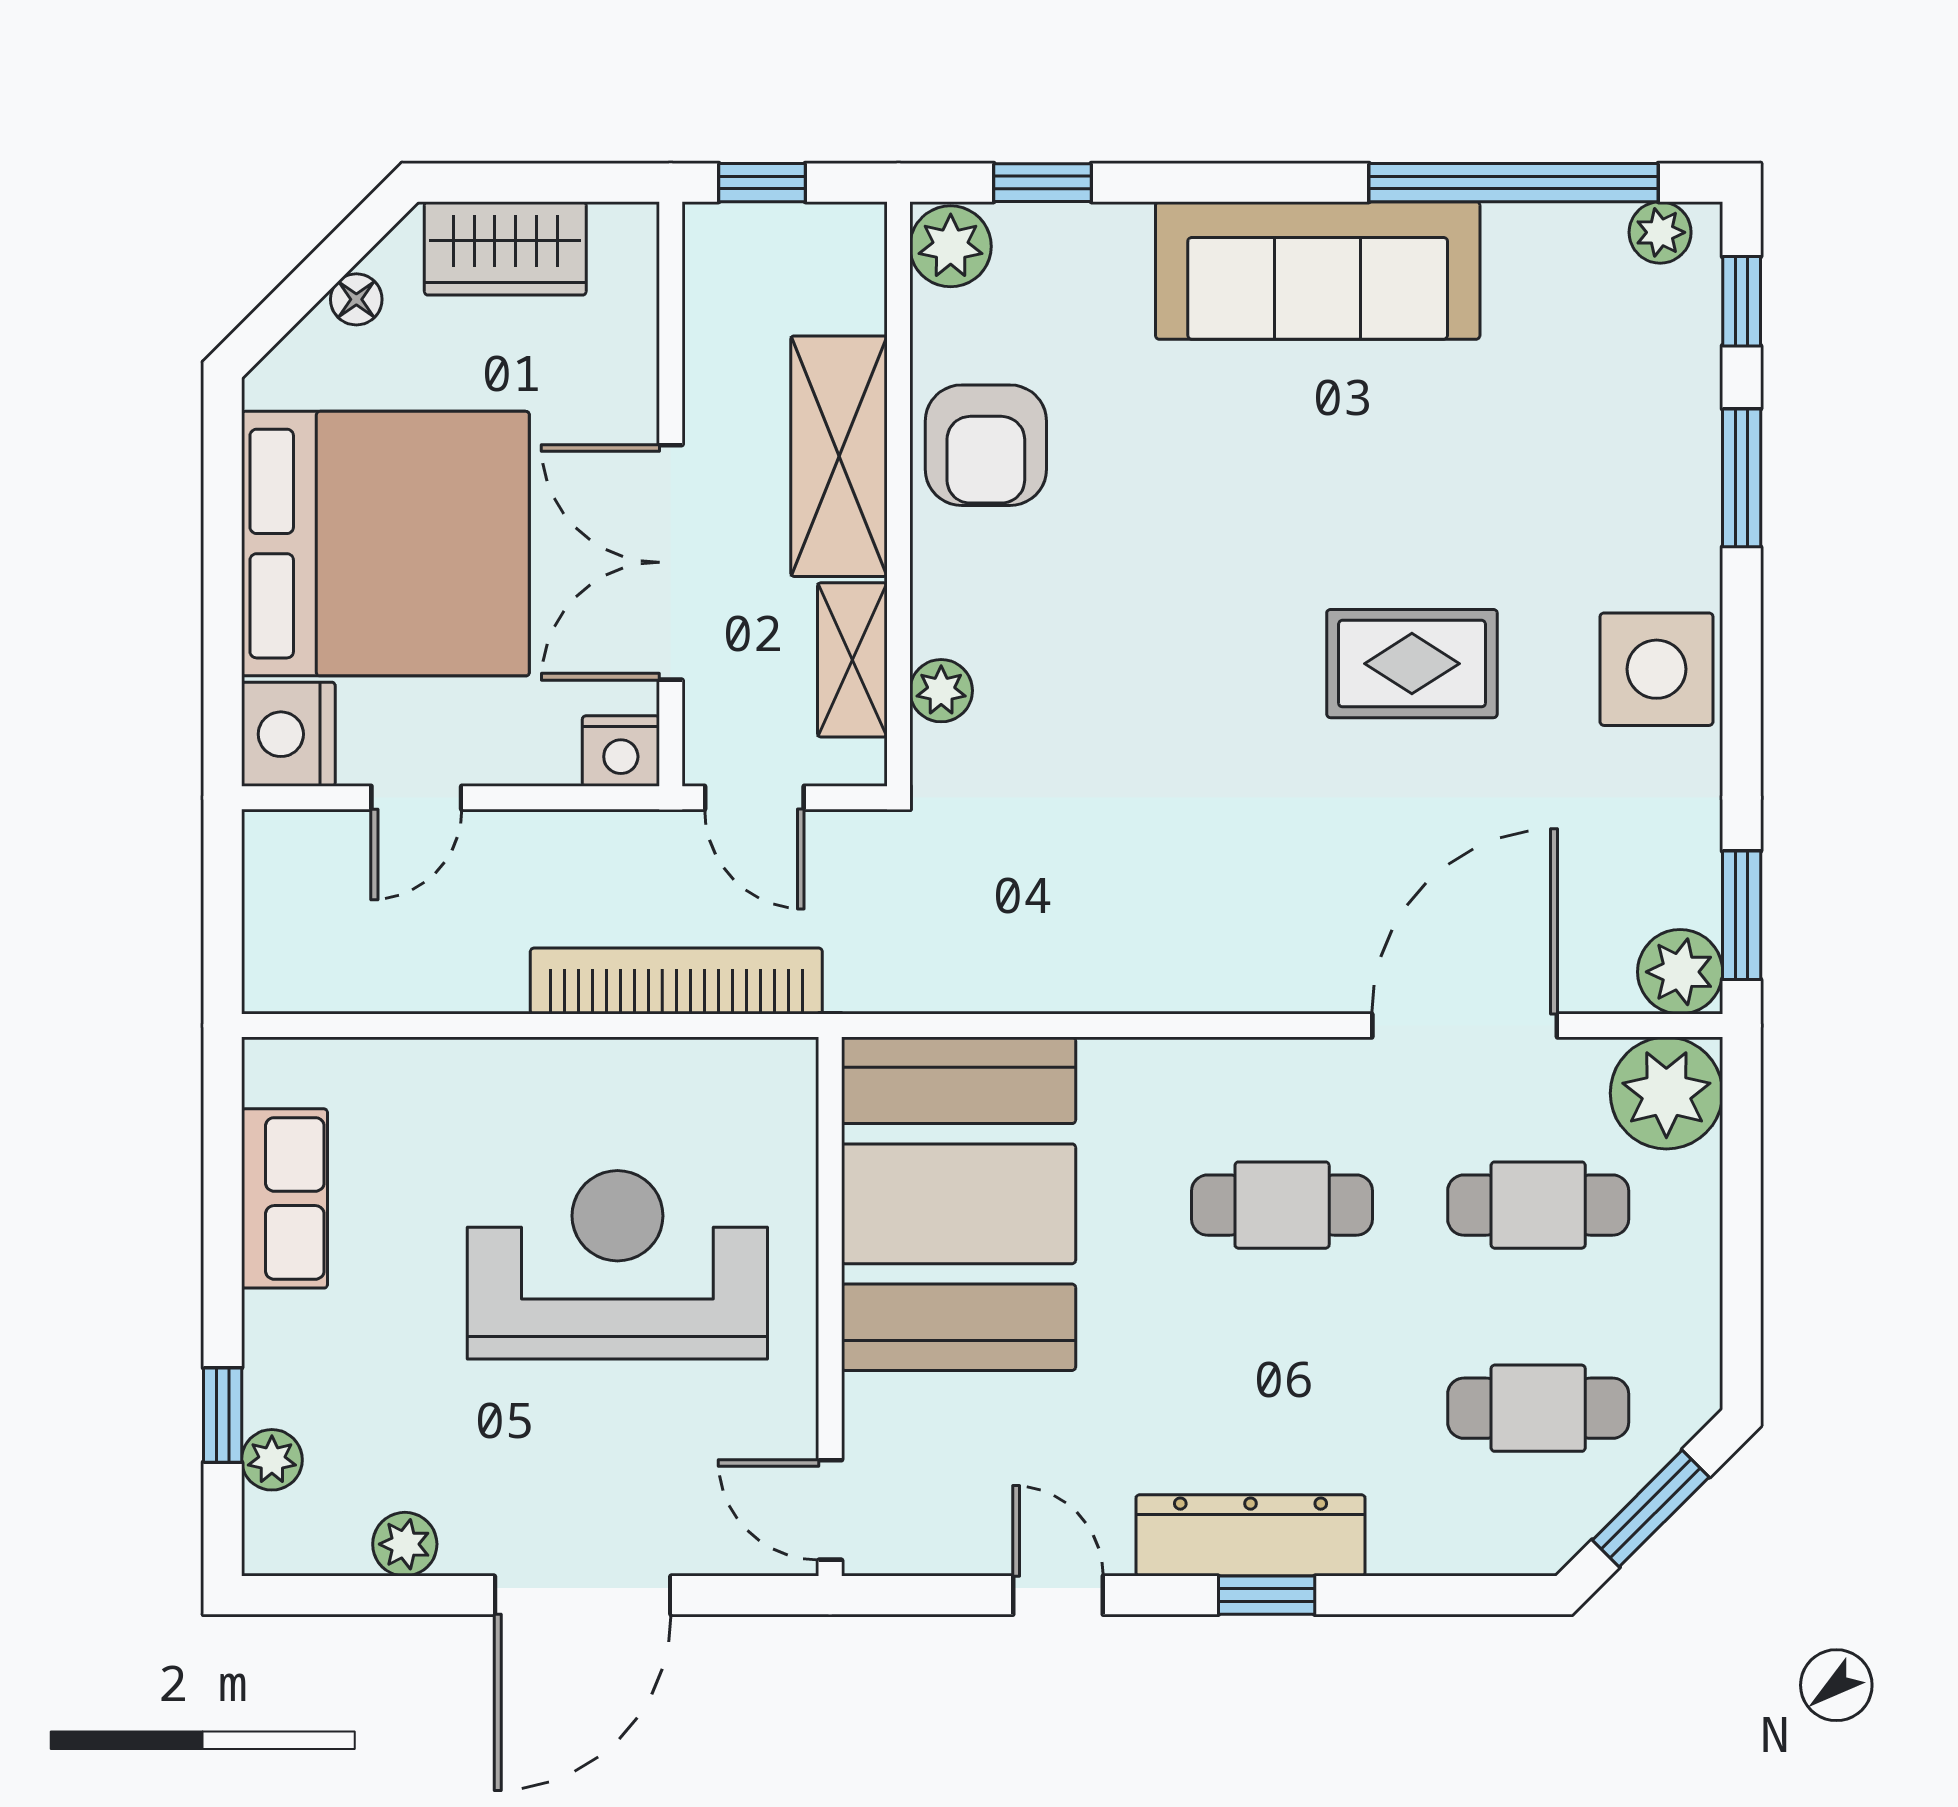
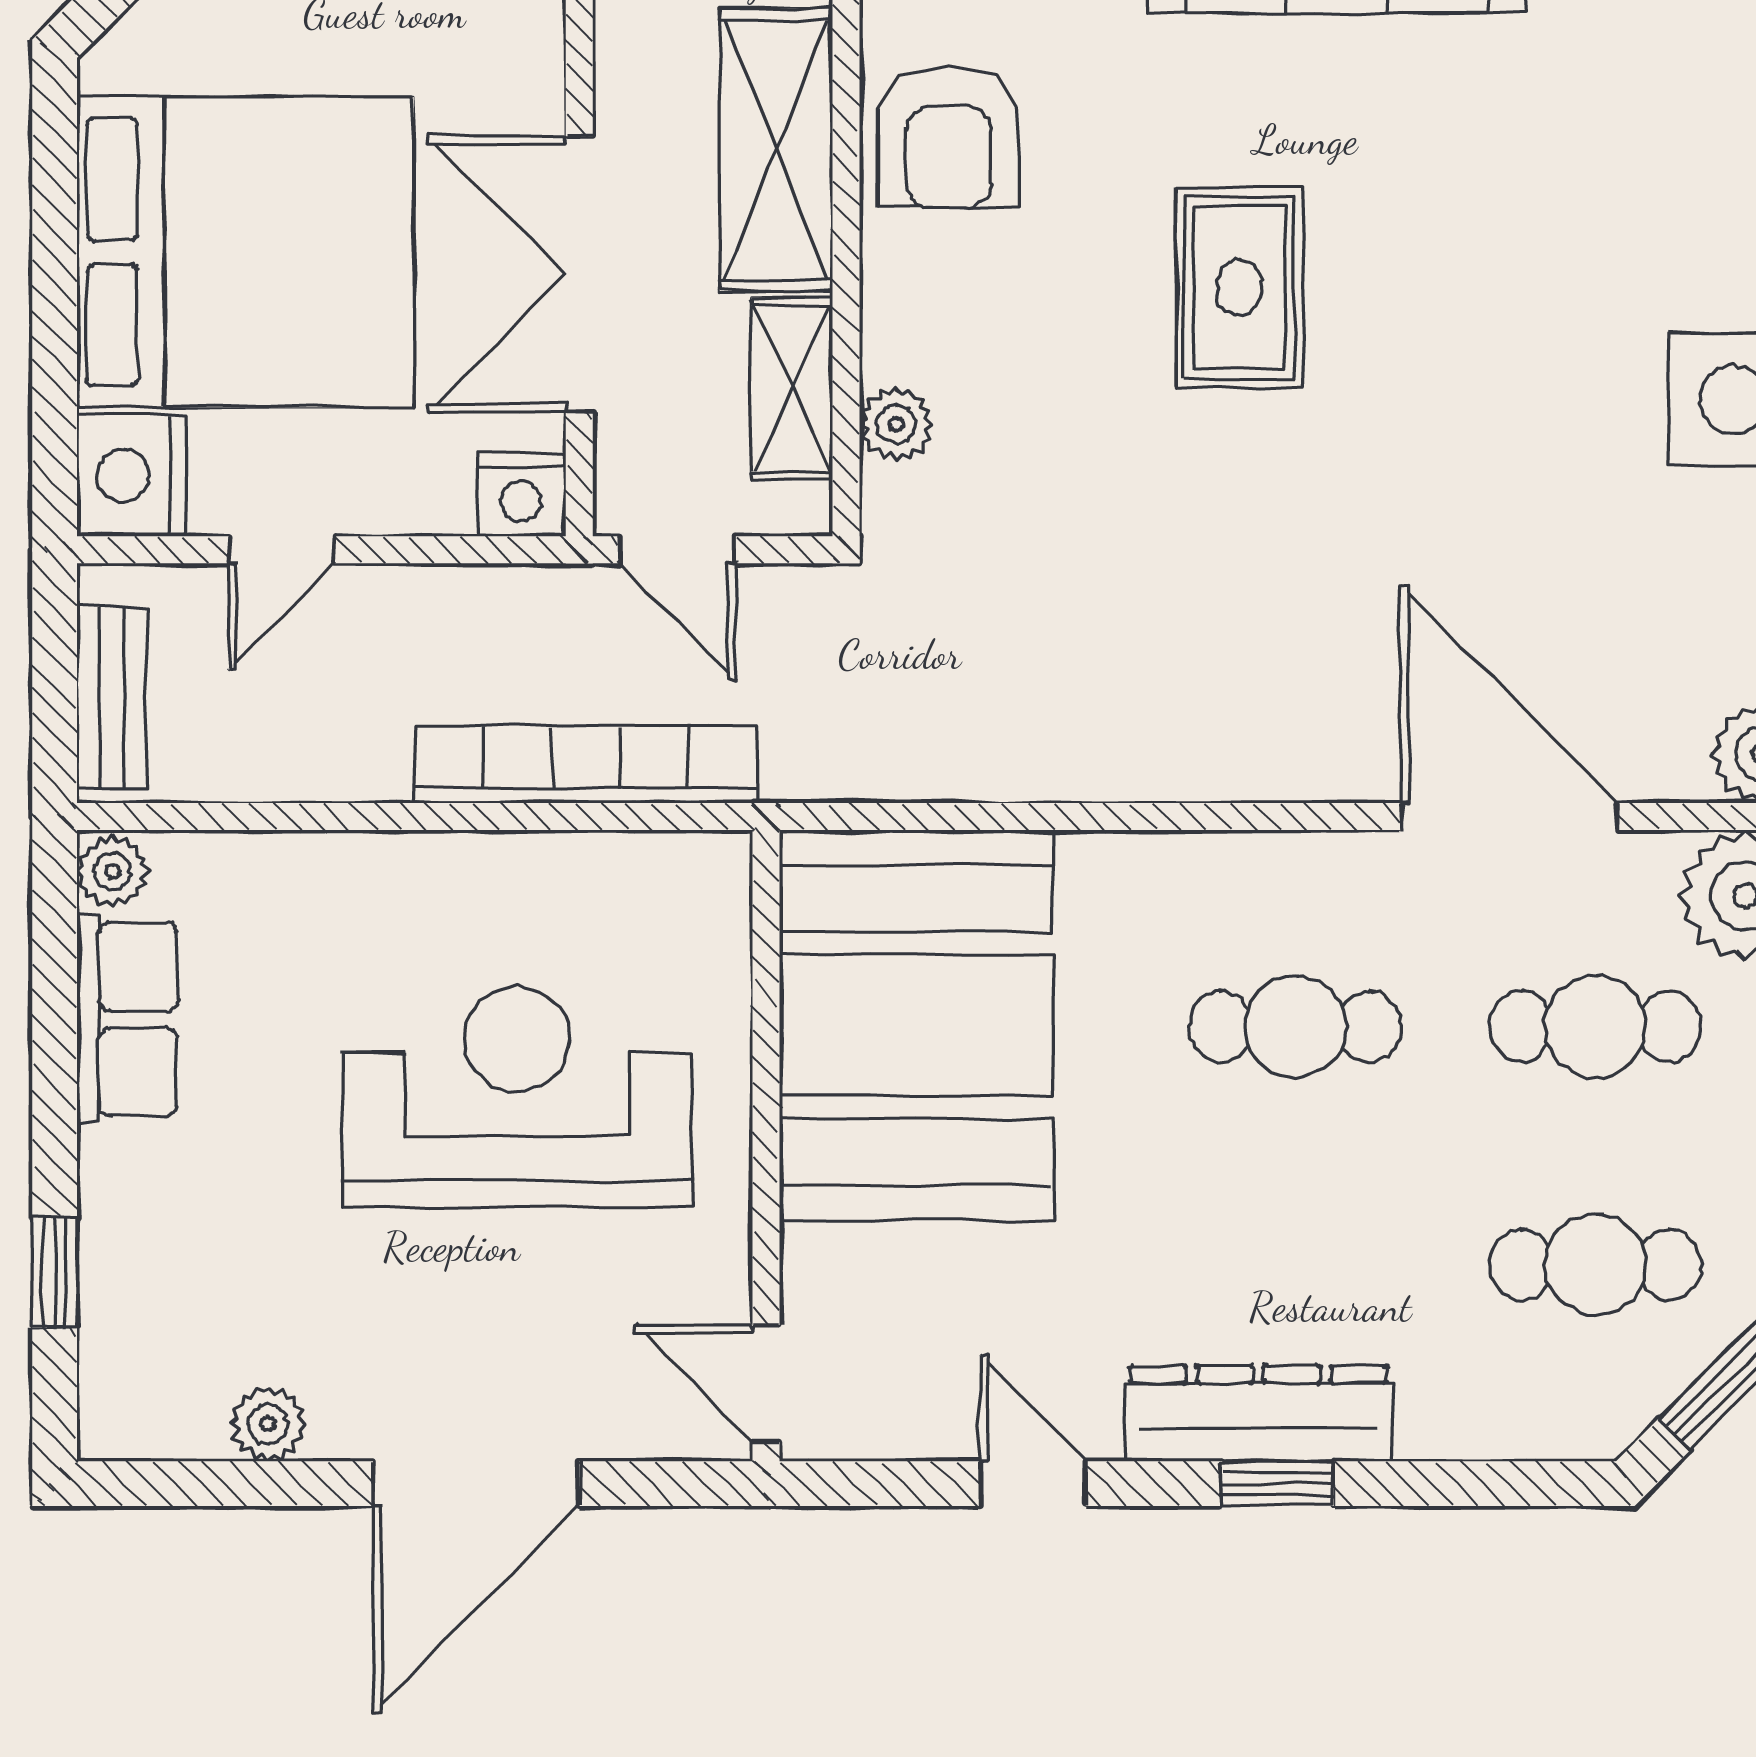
rug: (1412, 664) -> (1239, 288), moved, turned 90
bench: (271, 924) -> (112, 697), added
door: (1465, 1026) -> (1509, 817), hinge flipped
plant: (272, 1460) -> (112, 871), moved

